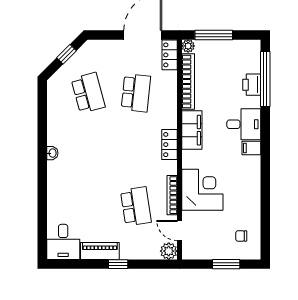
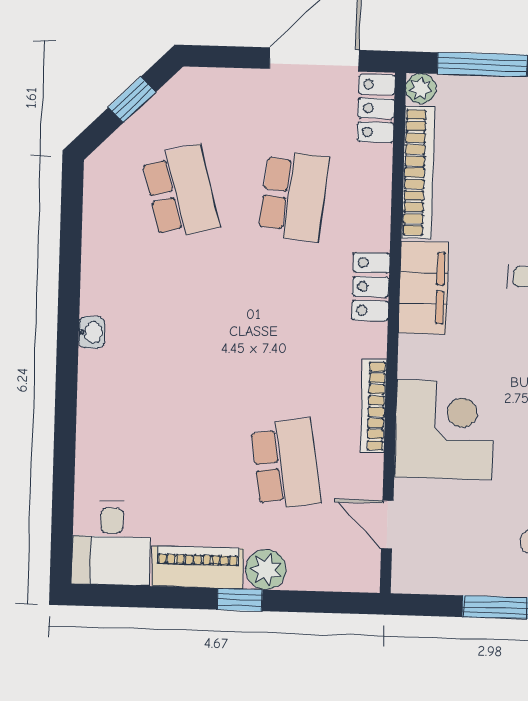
locker: (170, 145) -> (371, 287), moved
bookcase: (172, 195) -> (373, 406), moved
plant: (169, 251) -> (266, 569), moved

